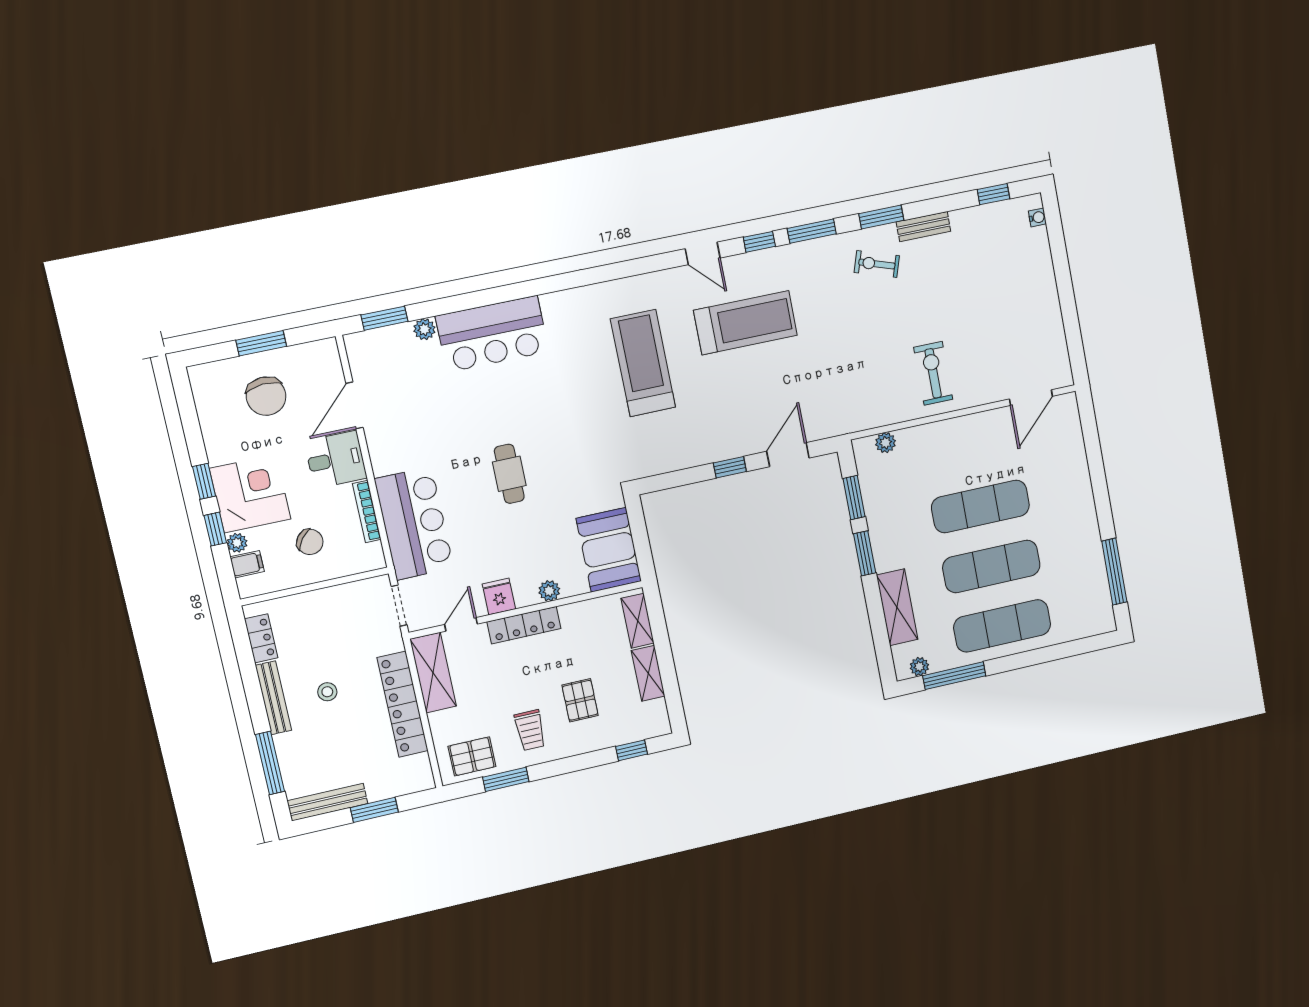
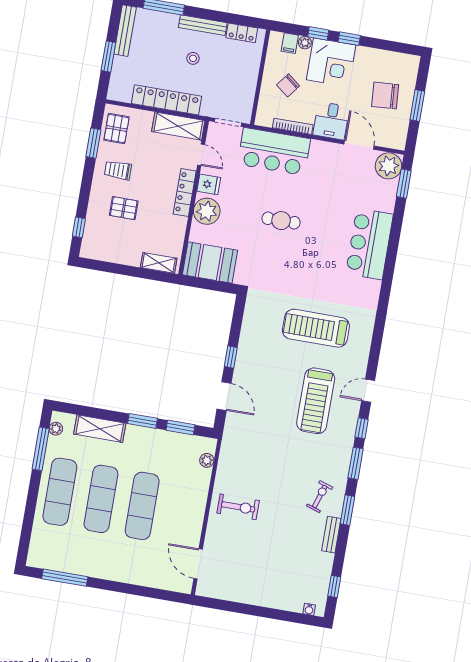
plant: (424, 329) -> (388, 166), moved, width x1.88, depth x1.88
treadmill: (643, 363) -> (316, 328), turned 180
plant: (549, 591) -> (207, 211), width x1.87, depth x1.87
shelving: (648, 673) -> (123, 257), removed

